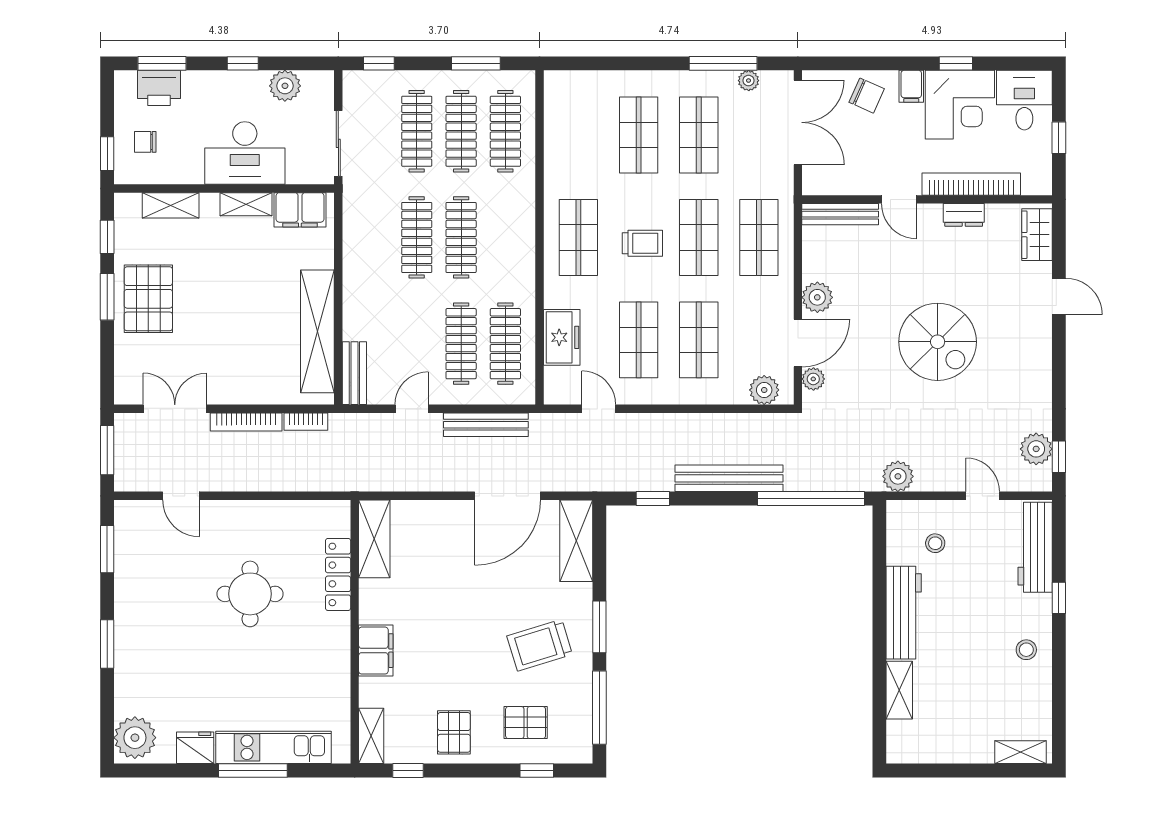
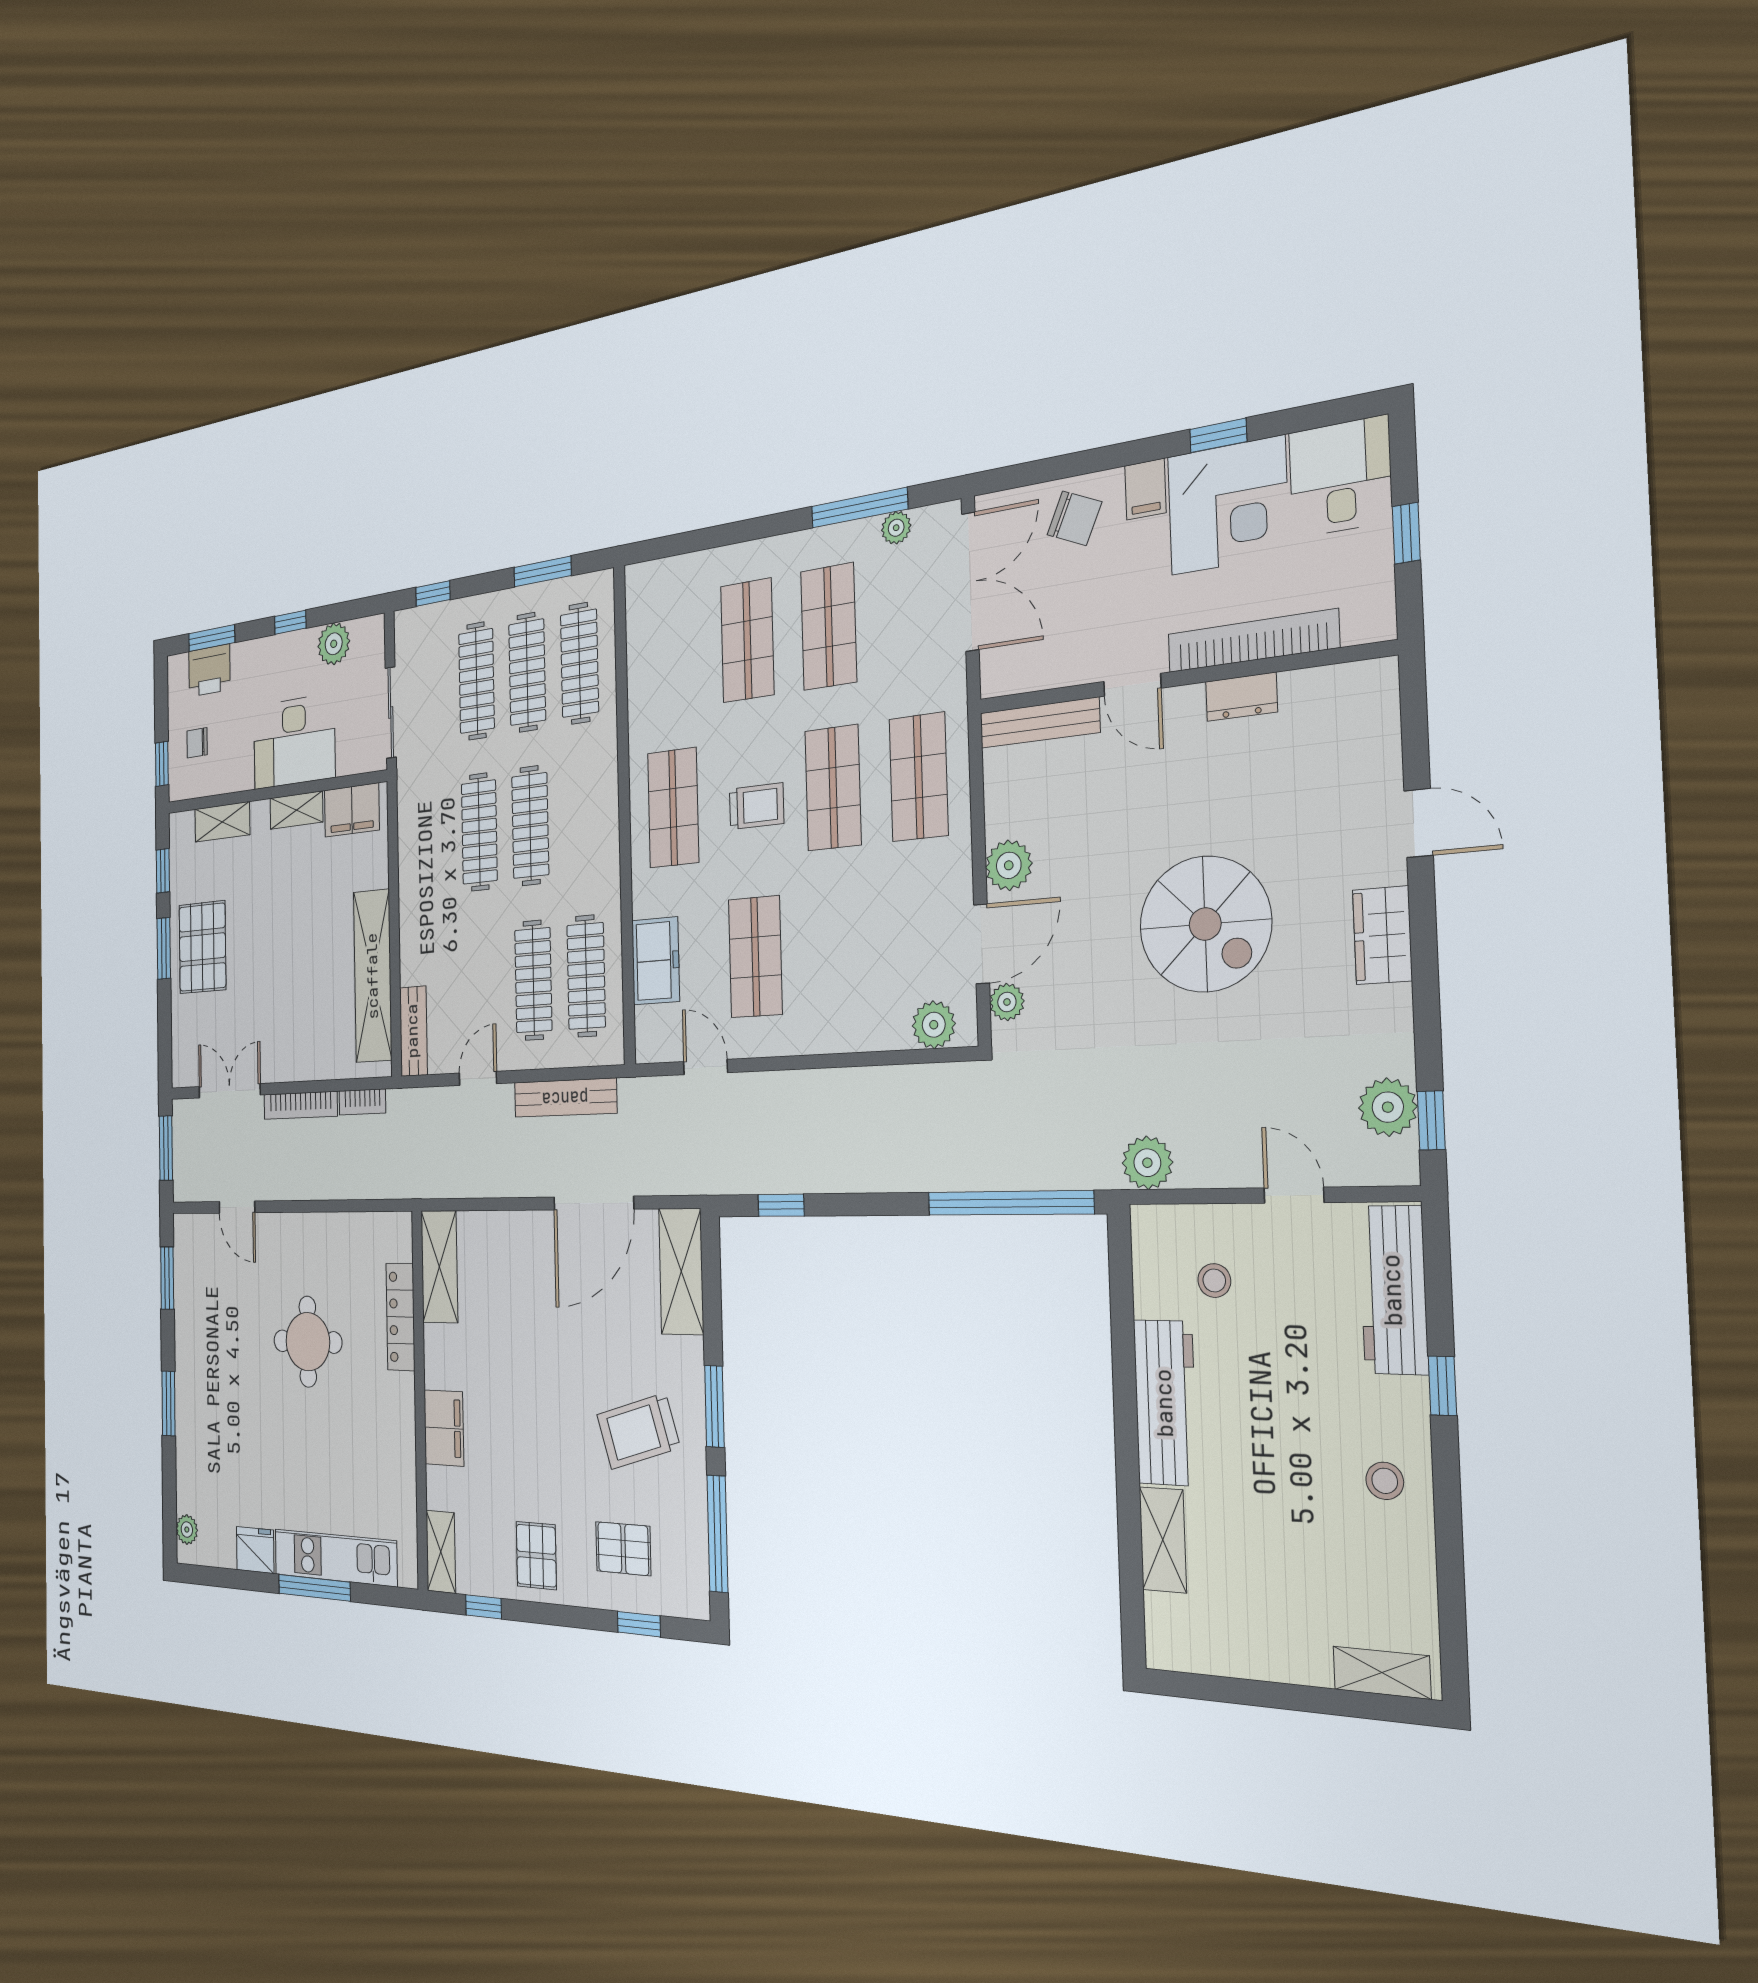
wardrobe: (1037, 235) -> (1382, 935), moved
shop shelf: (699, 340) -> (837, 950), removed
bench: (729, 478) -> (887, 1171), removed
plant: (135, 738) -> (187, 1530), width x0.53, depth x0.53

